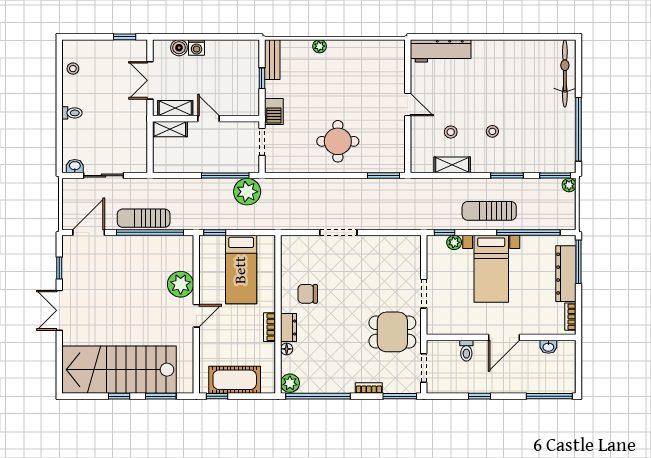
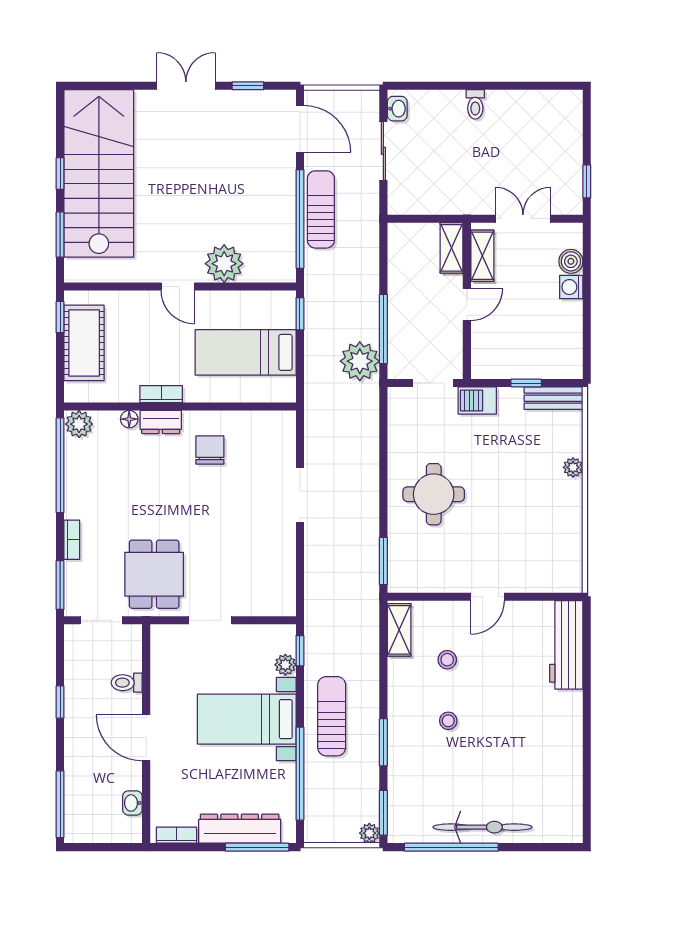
stool: (73, 69) -> (540, 106), removed
bicycle: (565, 73) -> (482, 827), moved
shelving: (452, 165) -> (399, 630), moved

